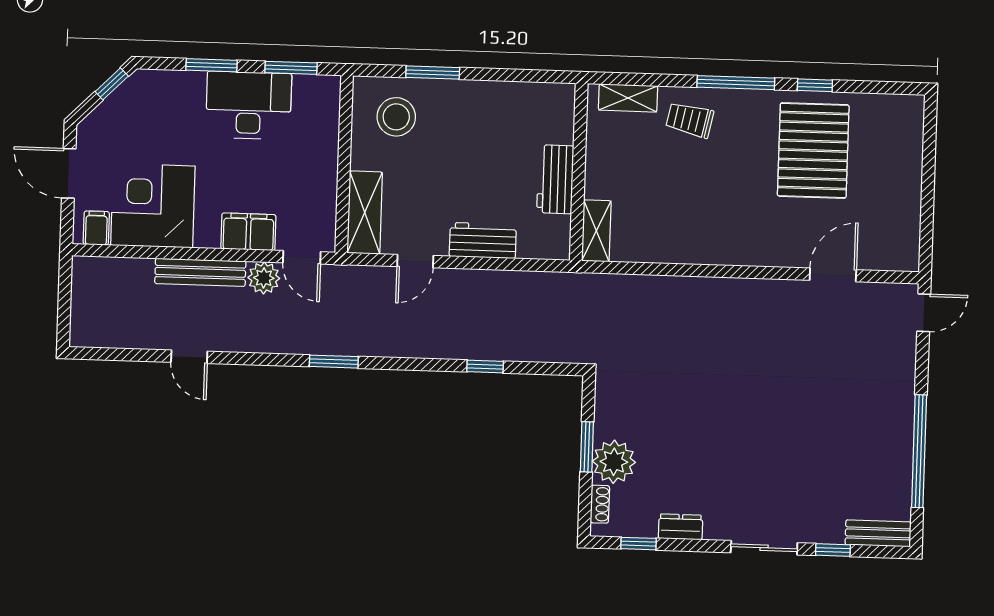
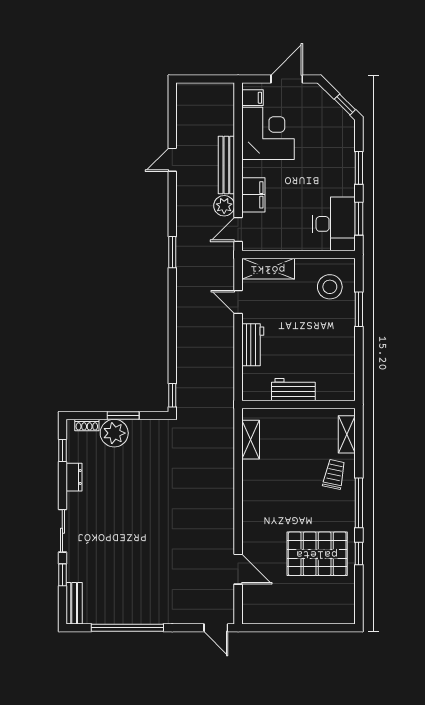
desk: (249, 105) -> (334, 224), moved
shelving: (596, 231) -> (251, 440), moved, turned 90
window: (485, 367) -> (172, 395), moved

